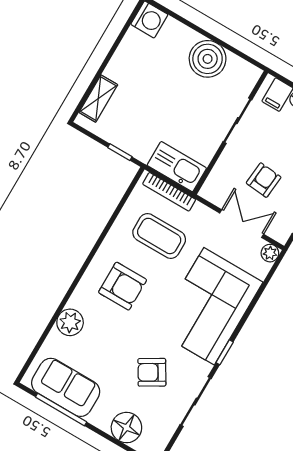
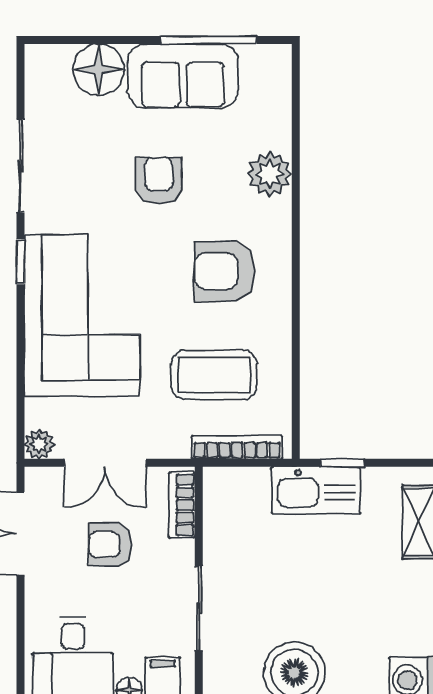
kitchen sink: (177, 167) -> (316, 490), moved
bookcase: (215, 179) -> (182, 505), added
armchair: (264, 180) -> (110, 545), turned 85
armchair: (152, 372) -> (159, 181), moved, turned -60
sofa: (66, 387) -> (183, 76), moved

